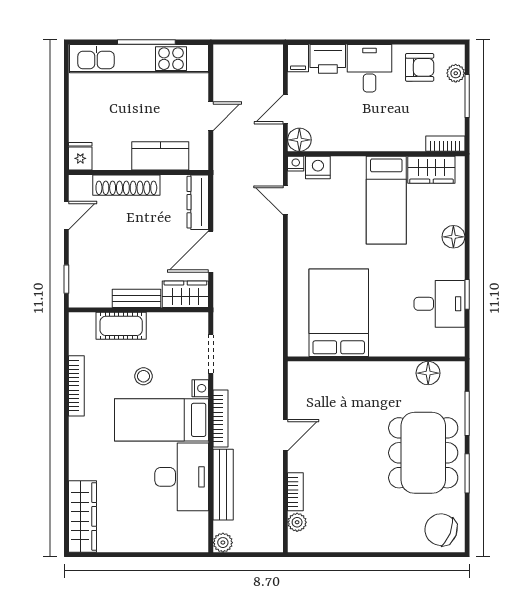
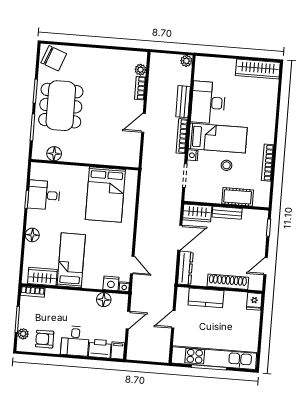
floor lamp: (299, 140) -> (104, 300), moved
bench: (223, 485) -> (183, 102), width x0.73
wardrobe: (83, 516) -> (258, 69), moved, turned -90

